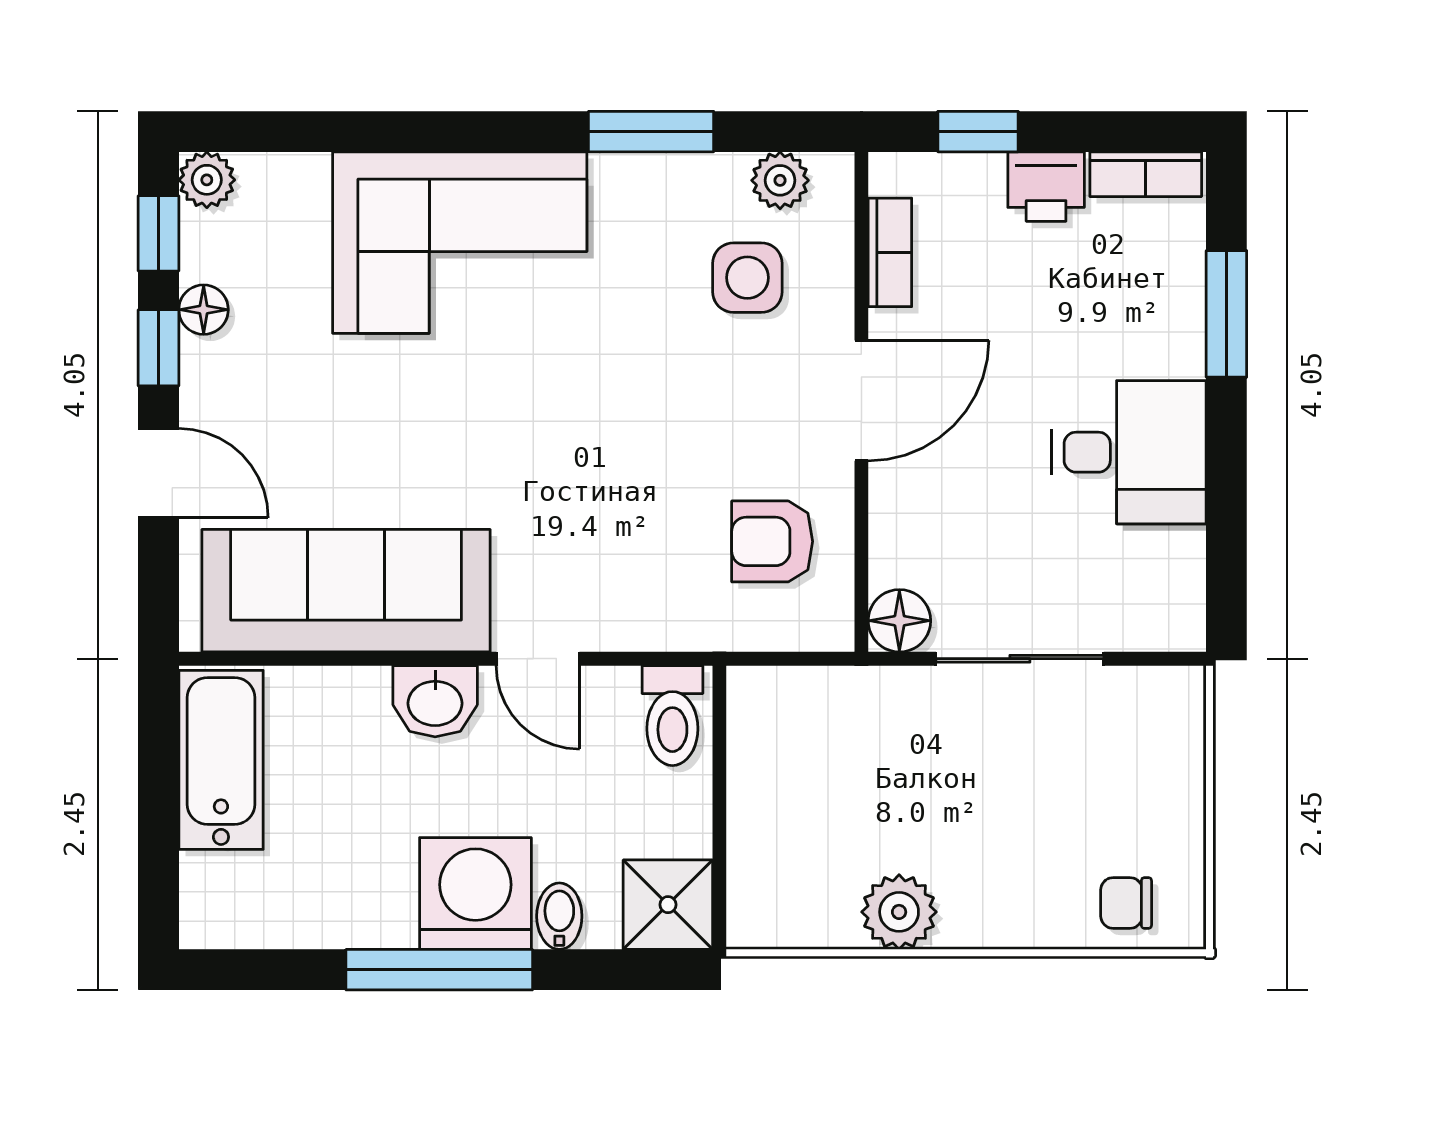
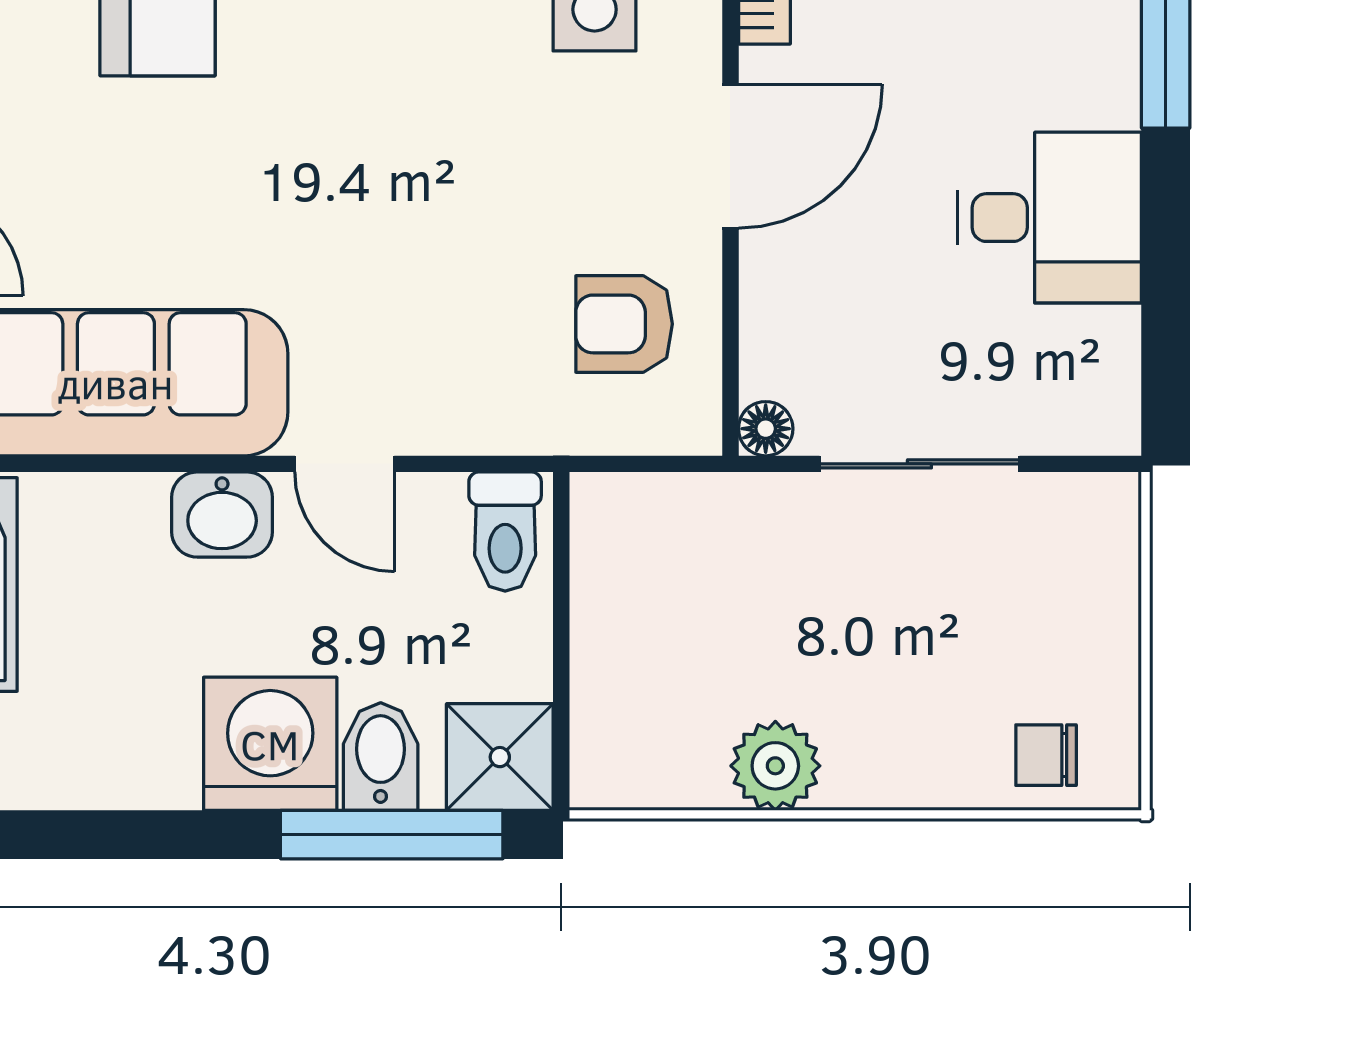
floor lamp: (899, 621) -> (766, 429), width x0.73, depth x0.73
bidet: (559, 916) -> (381, 757), width x1.38, depth x1.36
window: (439, 970) -> (392, 835), moved

